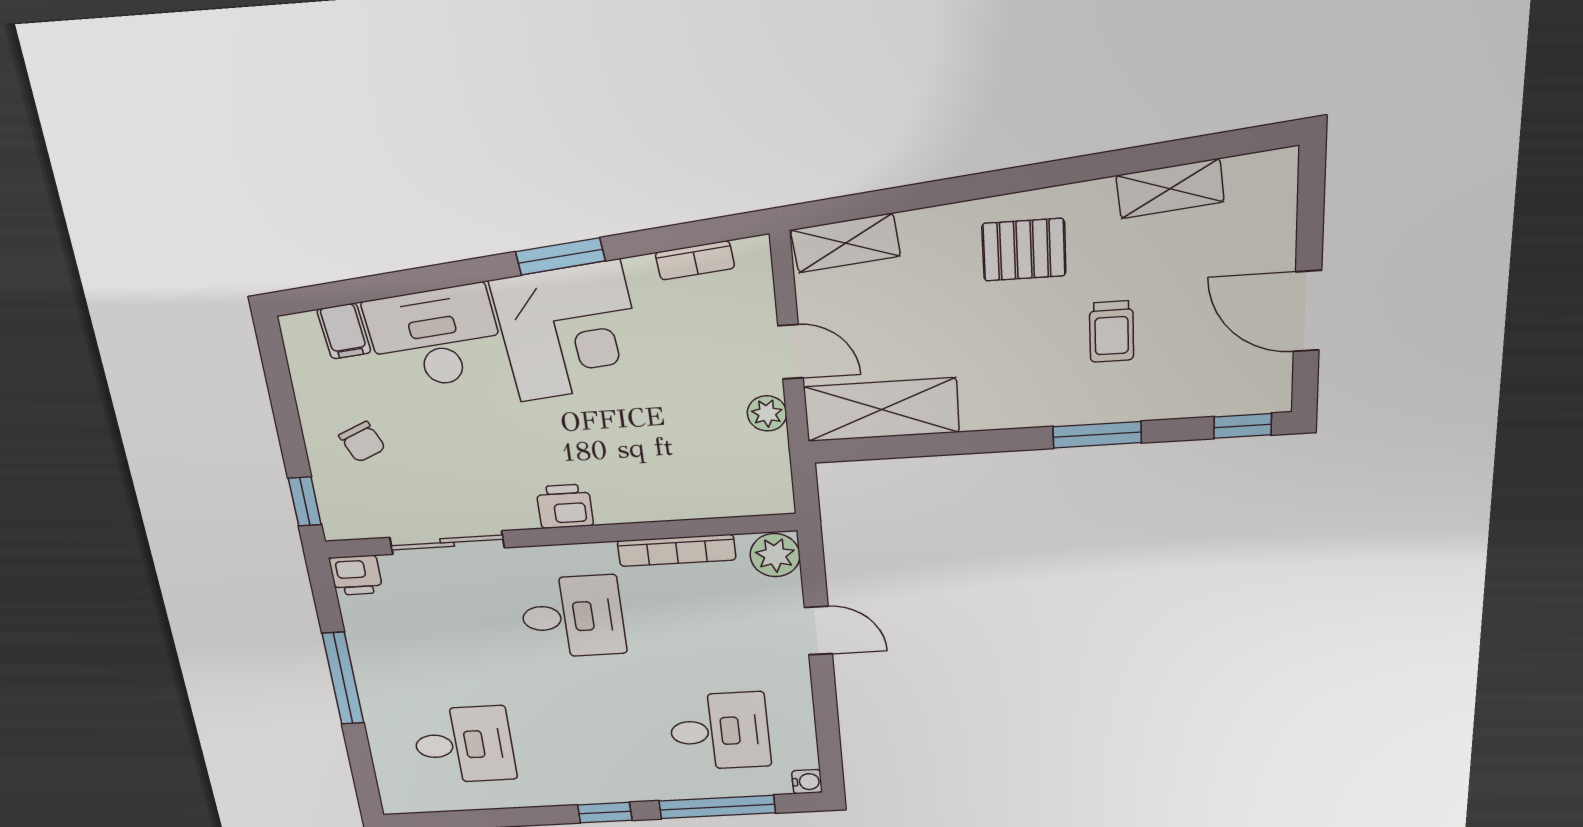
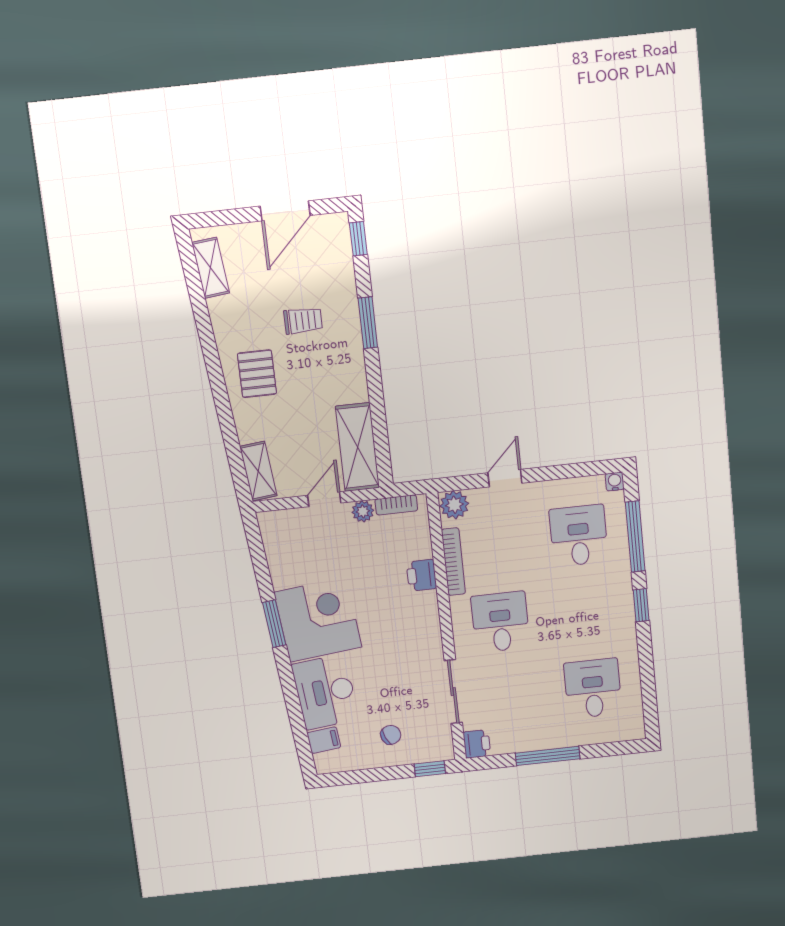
shelving: (1170, 189) -> (211, 268), moved
bookcase: (695, 260) -> (396, 505), moved, turned 96
printer: (565, 506) -> (421, 575), moved

